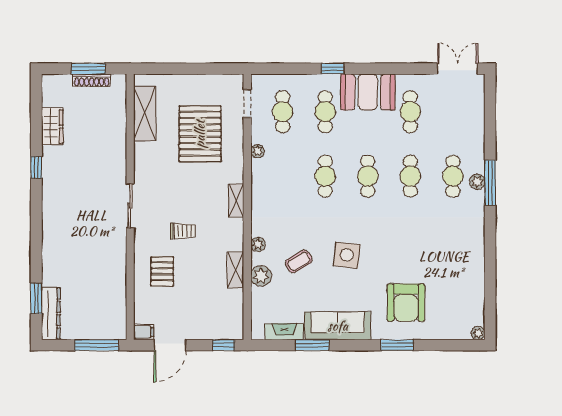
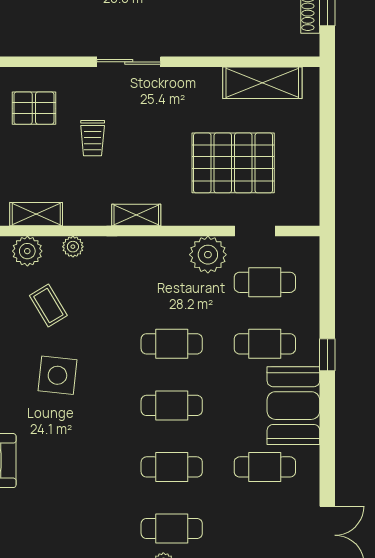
doorway: (247, 103) -> (255, 231), moved
plant: (258, 151) -> (208, 255), width x1.88, depth x1.88

